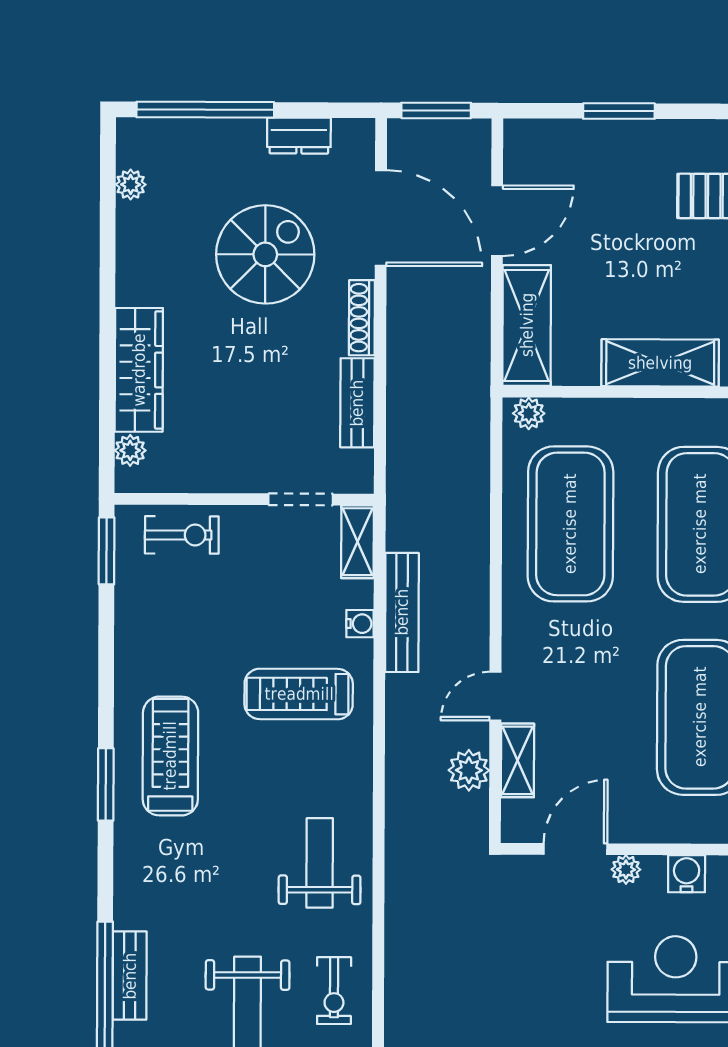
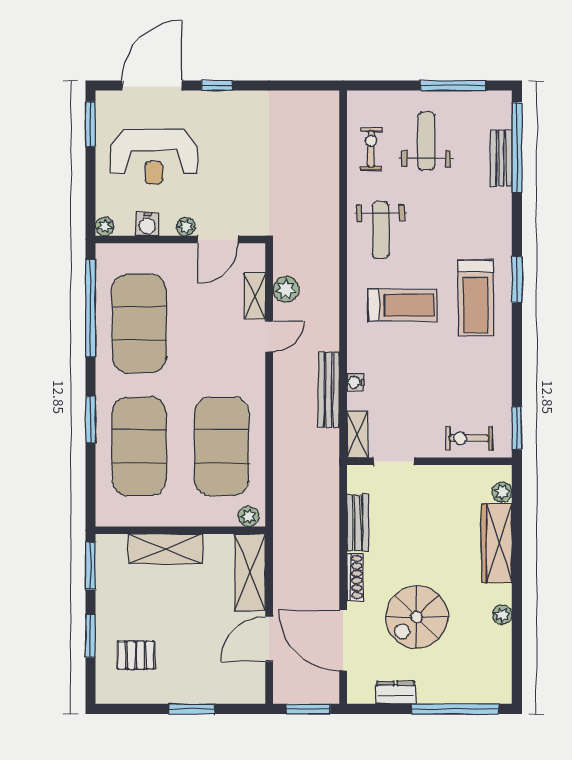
plant: (131, 185) -> (502, 615), moved
treadmill: (299, 694) -> (403, 305), moved

